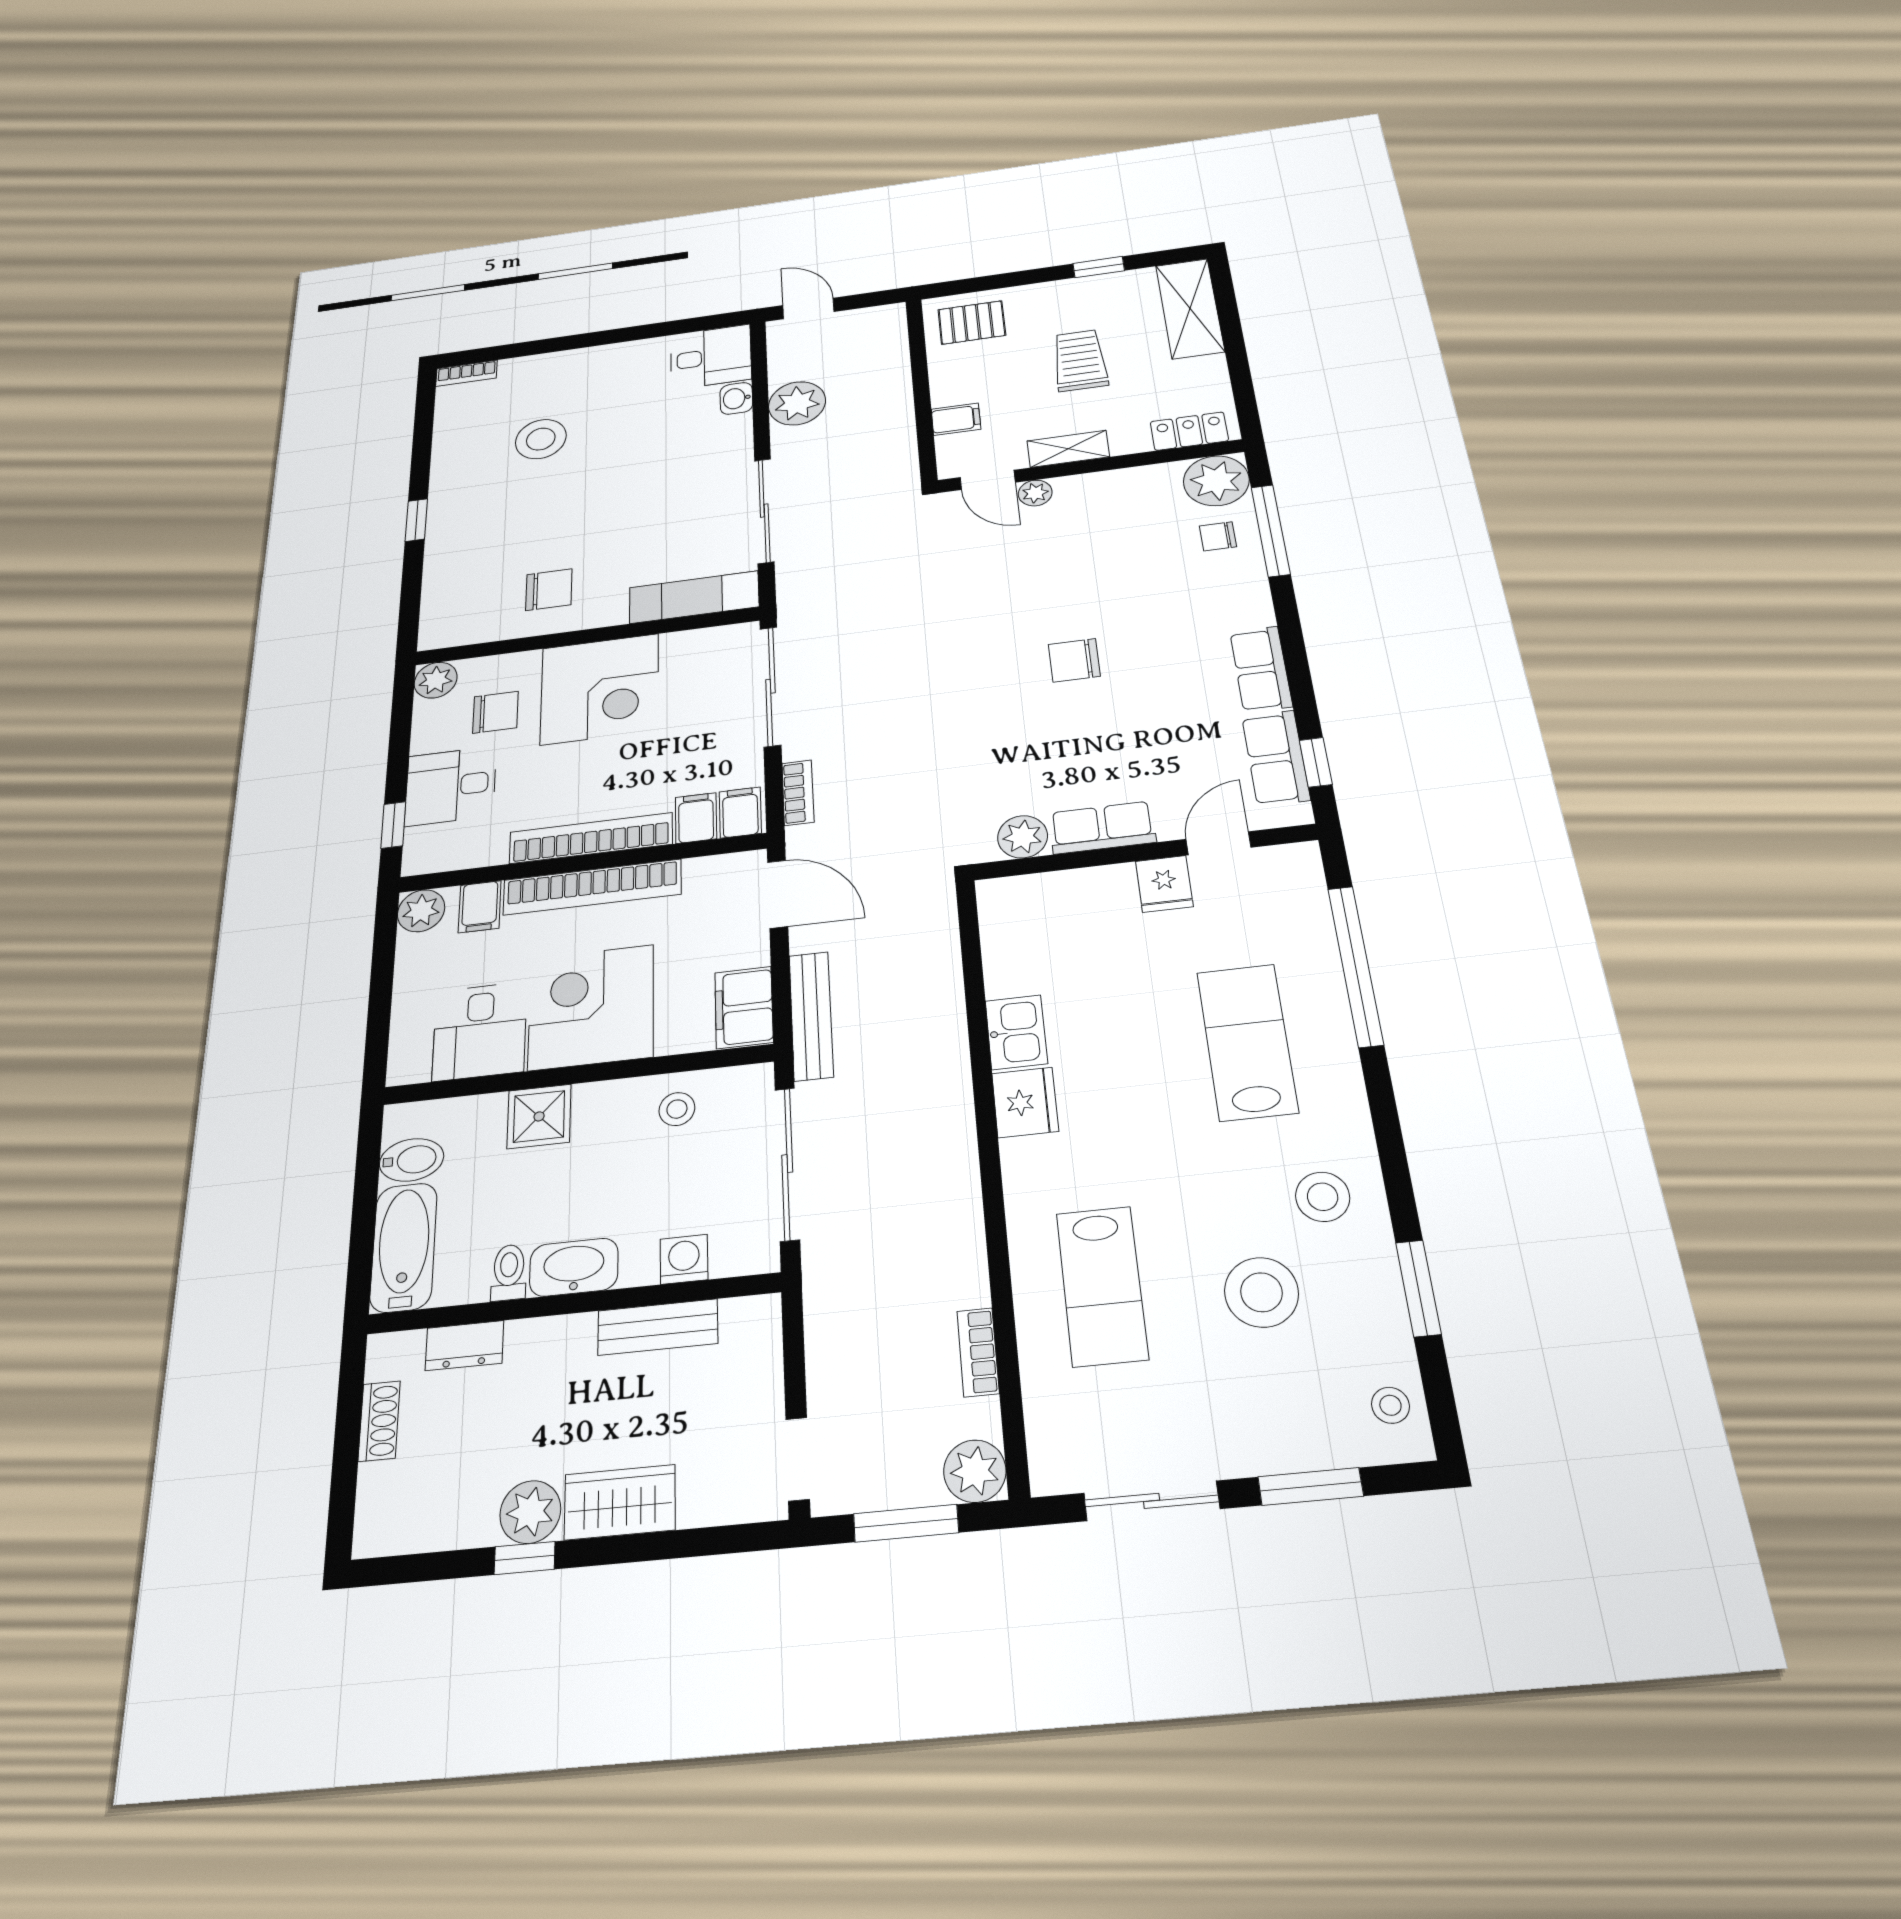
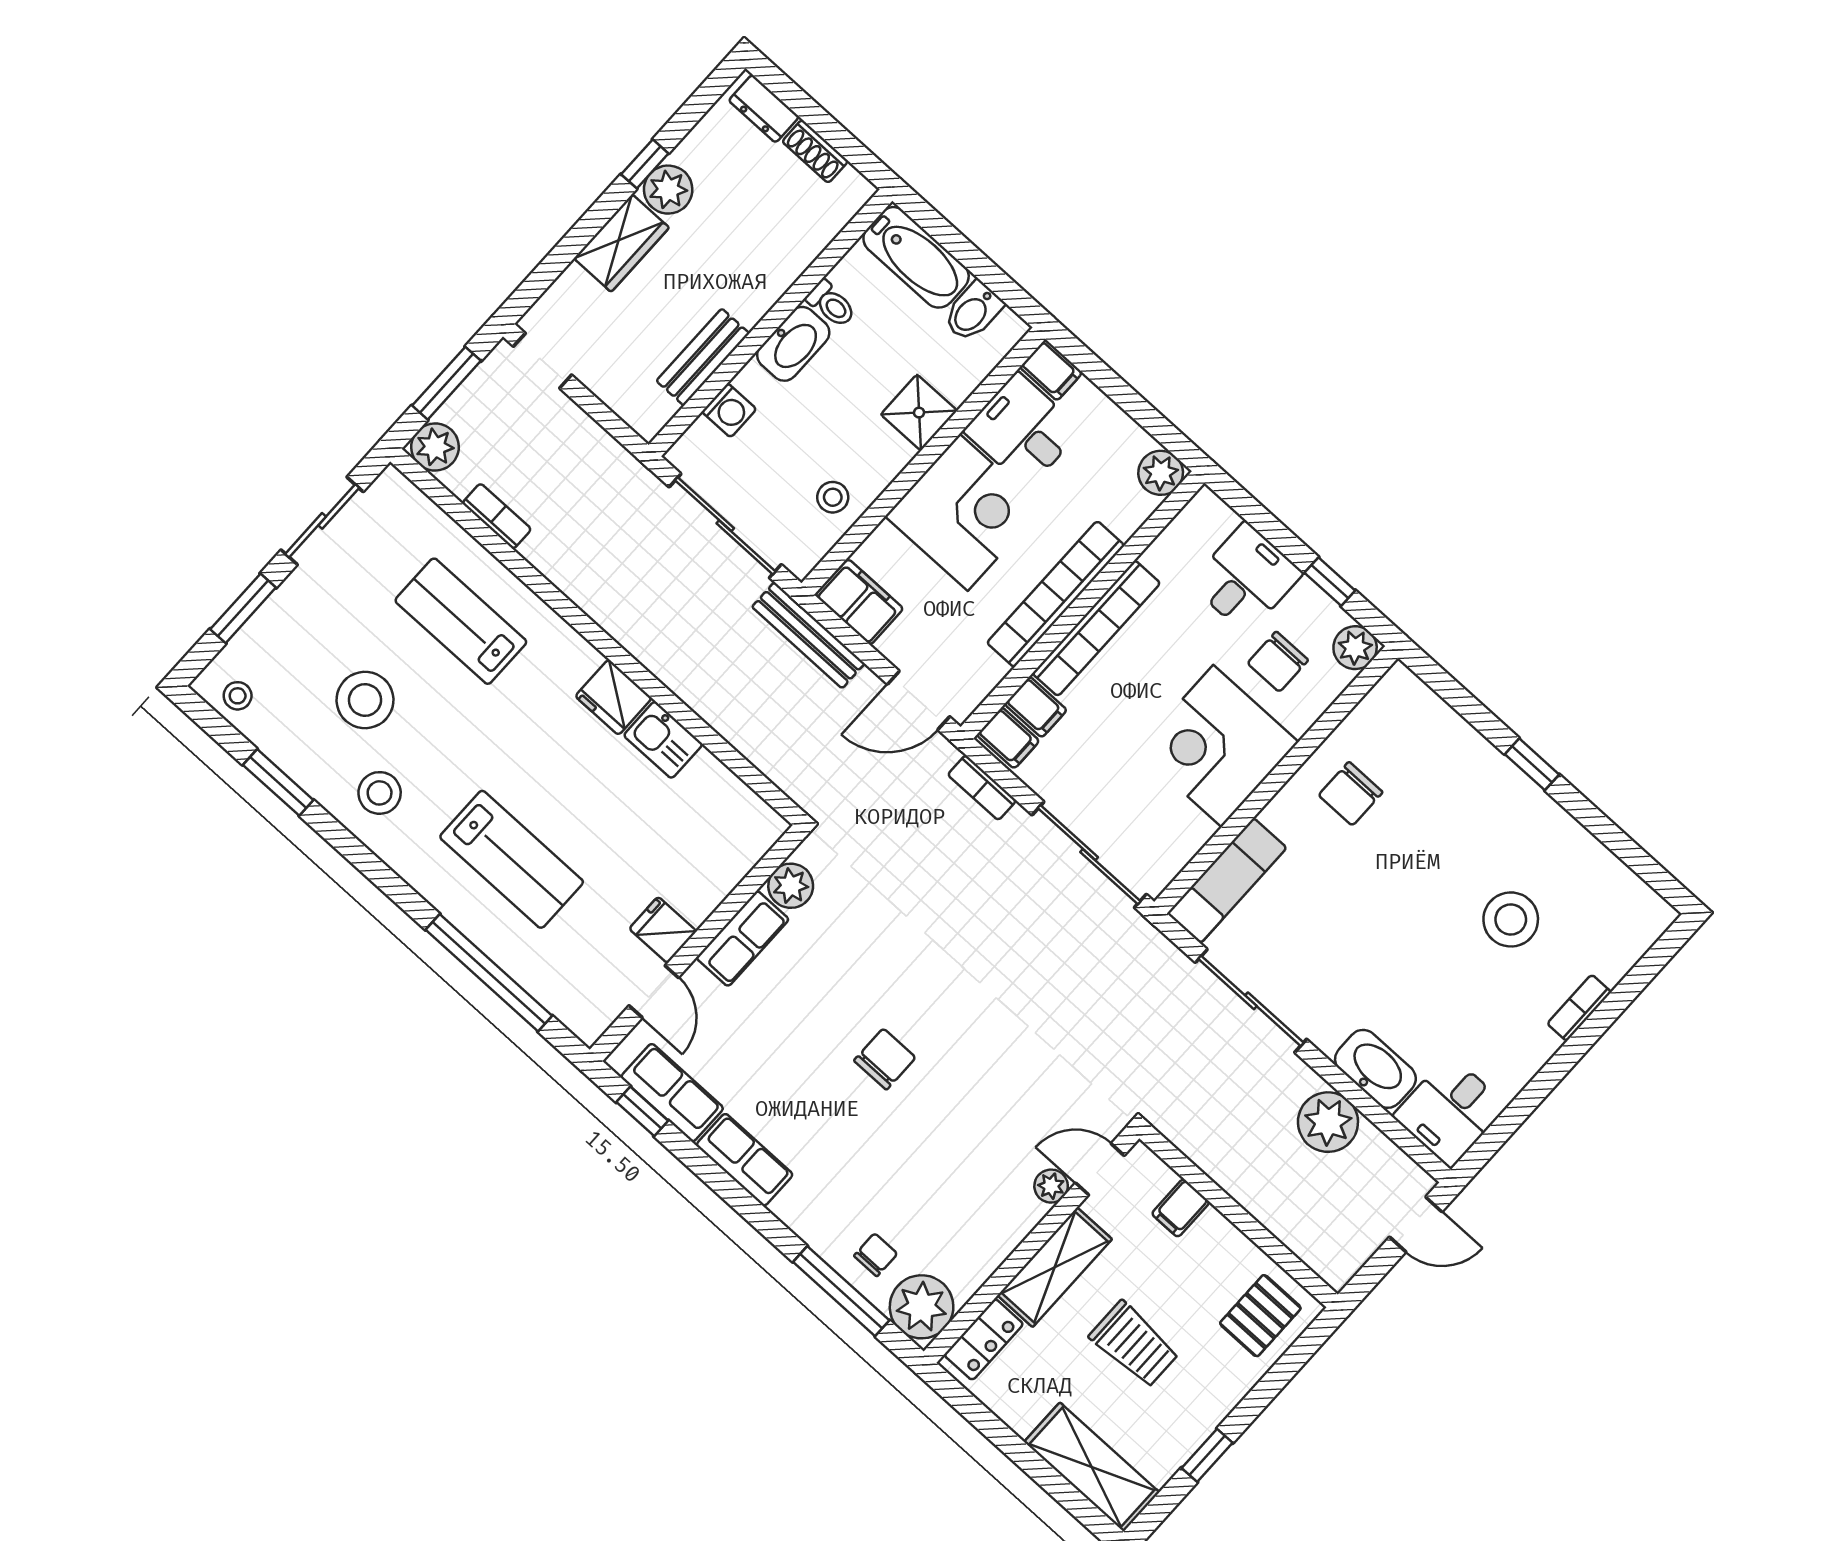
bookcase: (466, 373) -> (1579, 1008), moved
washbasin: (736, 398) -> (1375, 1069), width x1.91, depth x1.45
shelving: (1068, 449) -> (1055, 1267), width x1.50, depth x1.33
window: (393, 825) -> (1330, 582), moved
filing cabinet: (480, 907) -> (1051, 370), moved, turned 180
dresser: (465, 1346) -> (764, 109), moved, turned -90

